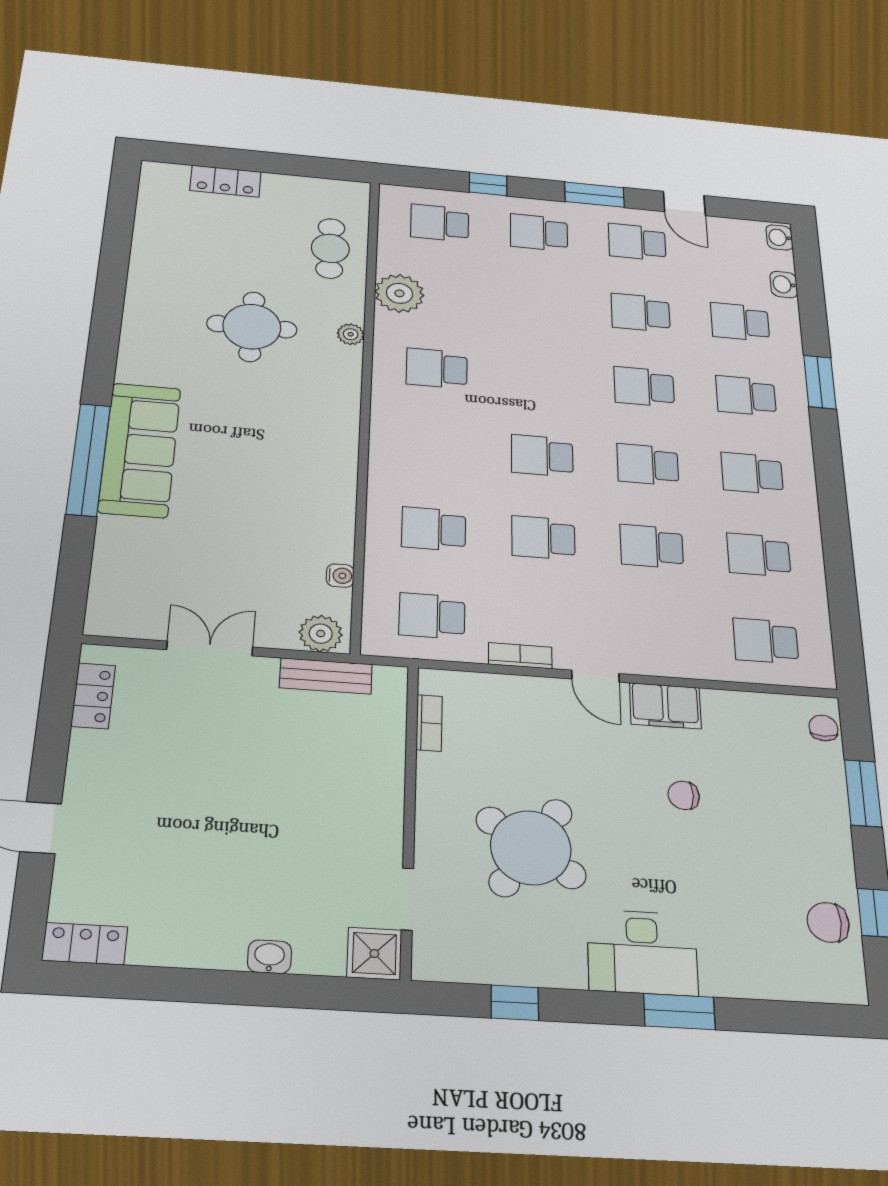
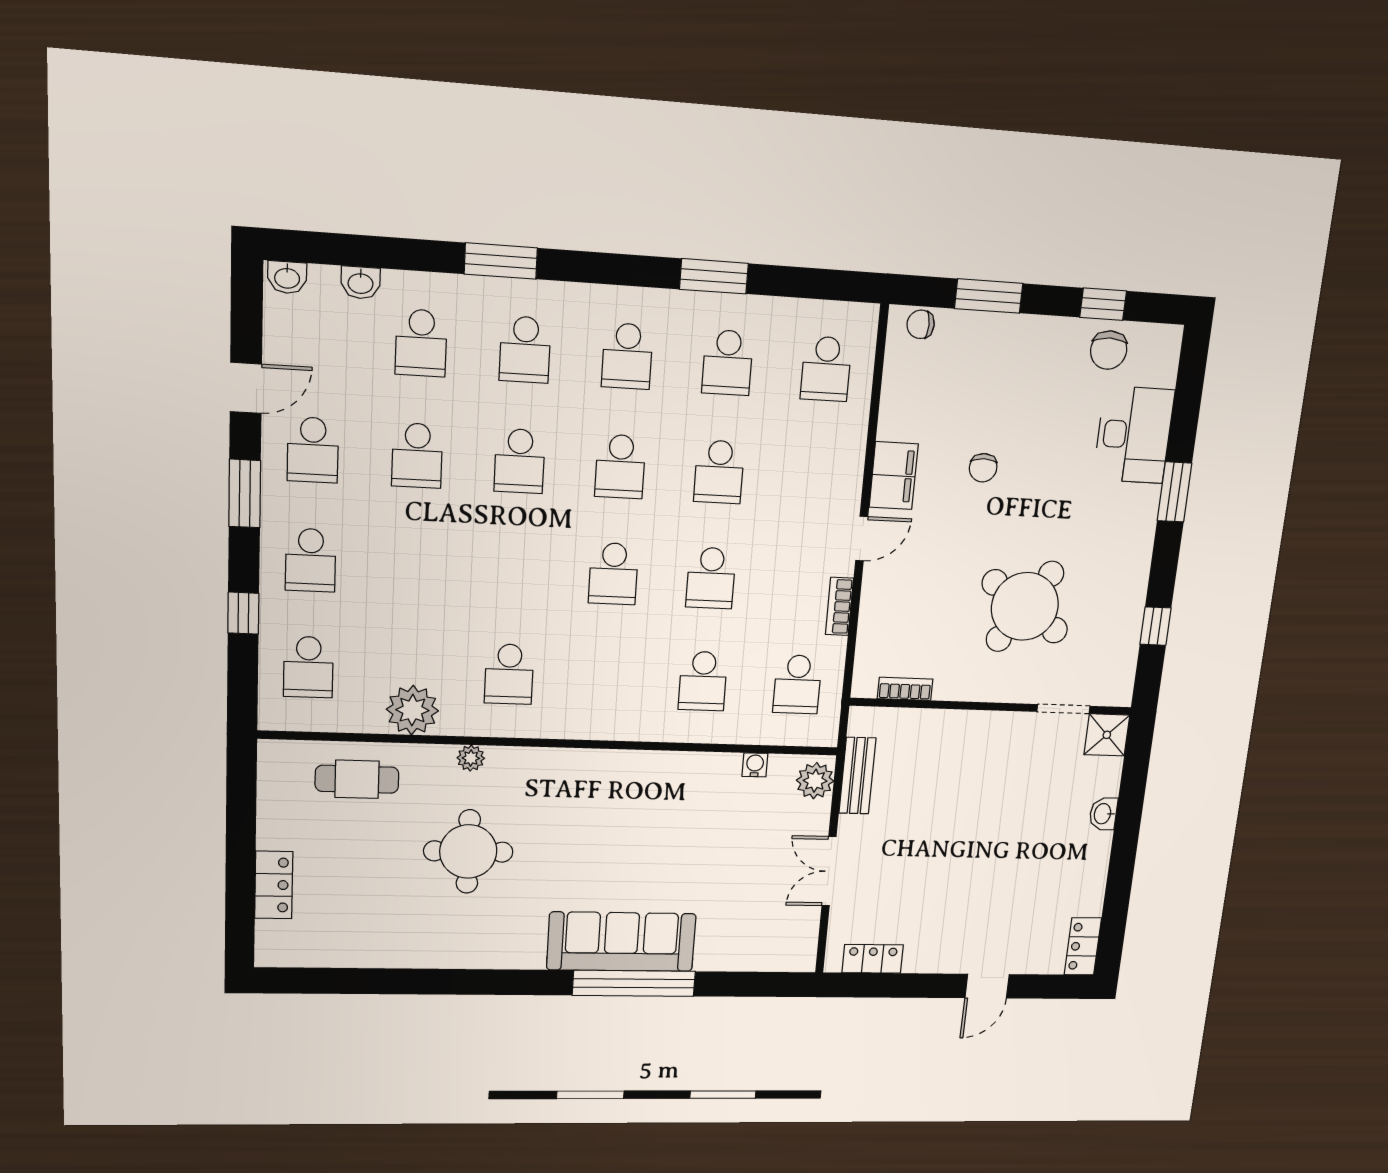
window: (837, 545) -> (714, 276), added
desk: (642, 952) -> (1134, 435), moved

